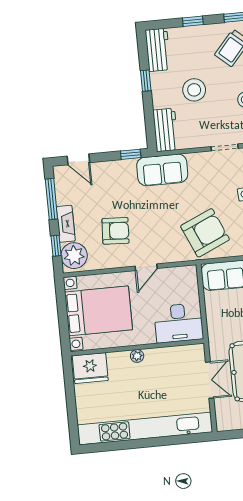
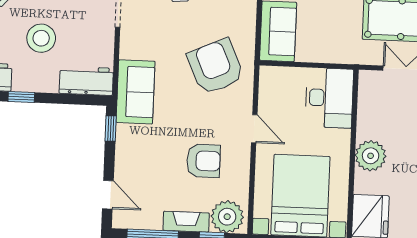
door: (78, 159) -> (108, 195), hinge flipped
armchair: (115, 231) -> (204, 161), turned 87
armchair: (205, 233) -> (216, 67), moved
plant: (137, 356) -> (371, 156), width x1.87, depth x1.87

